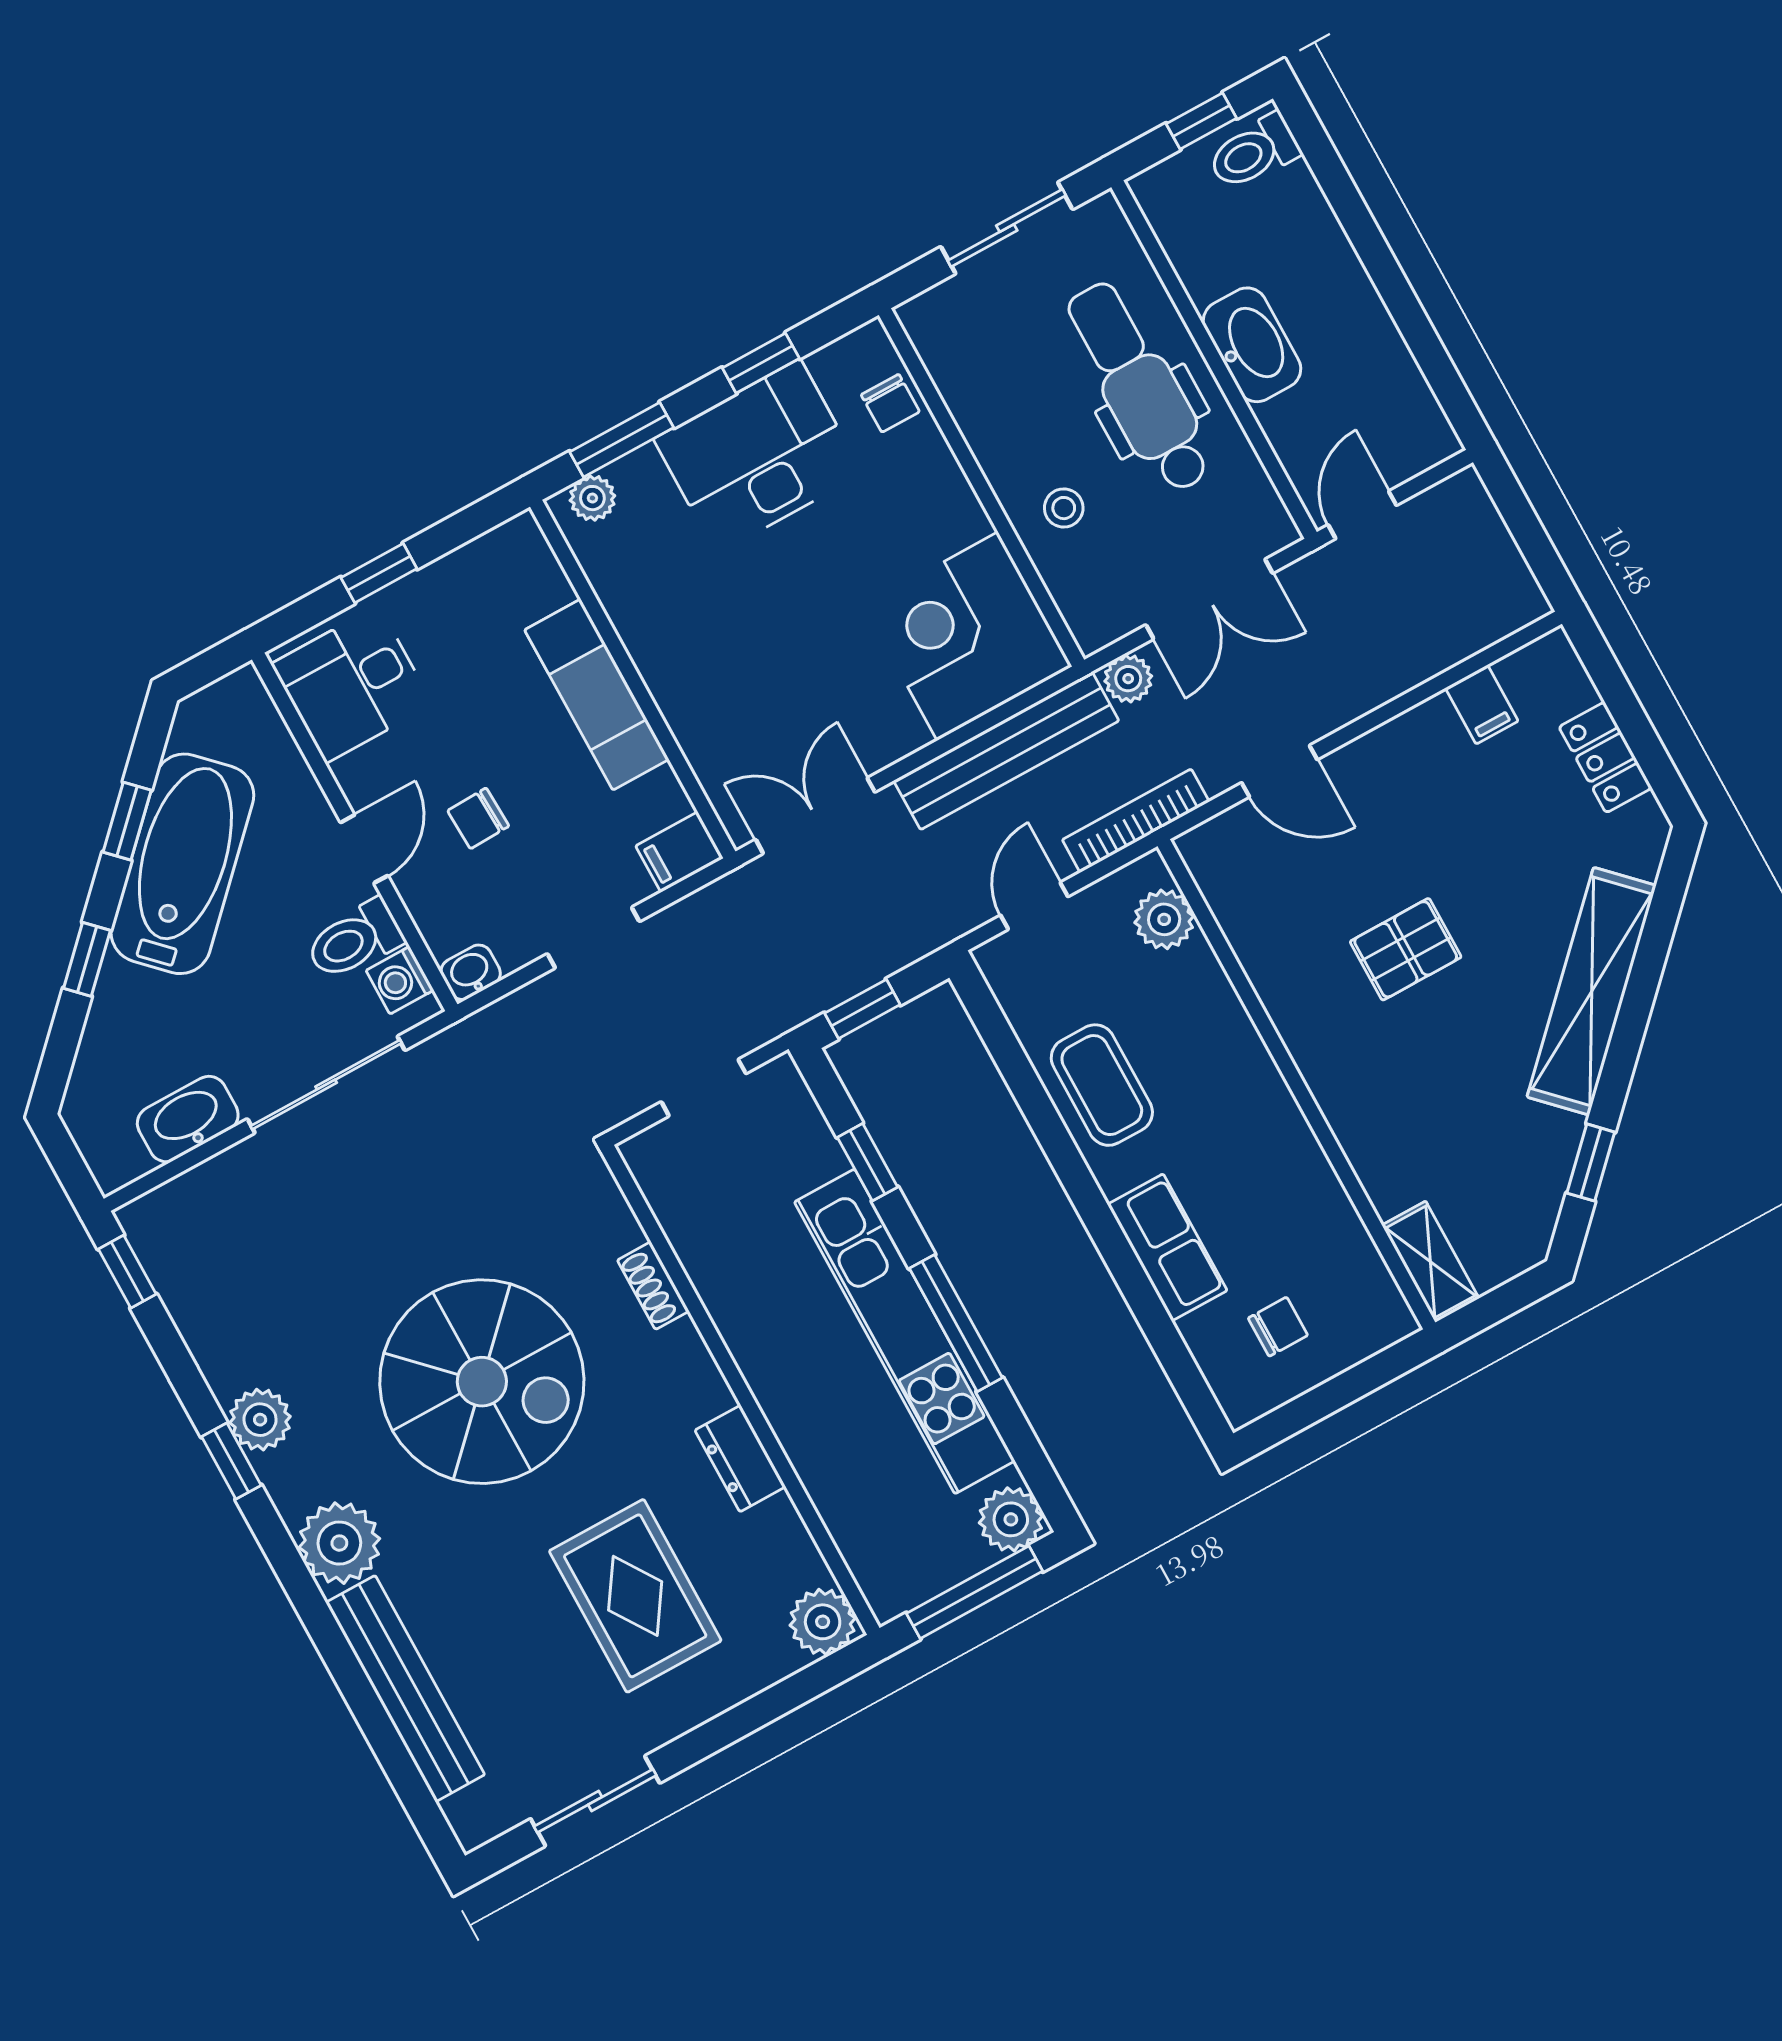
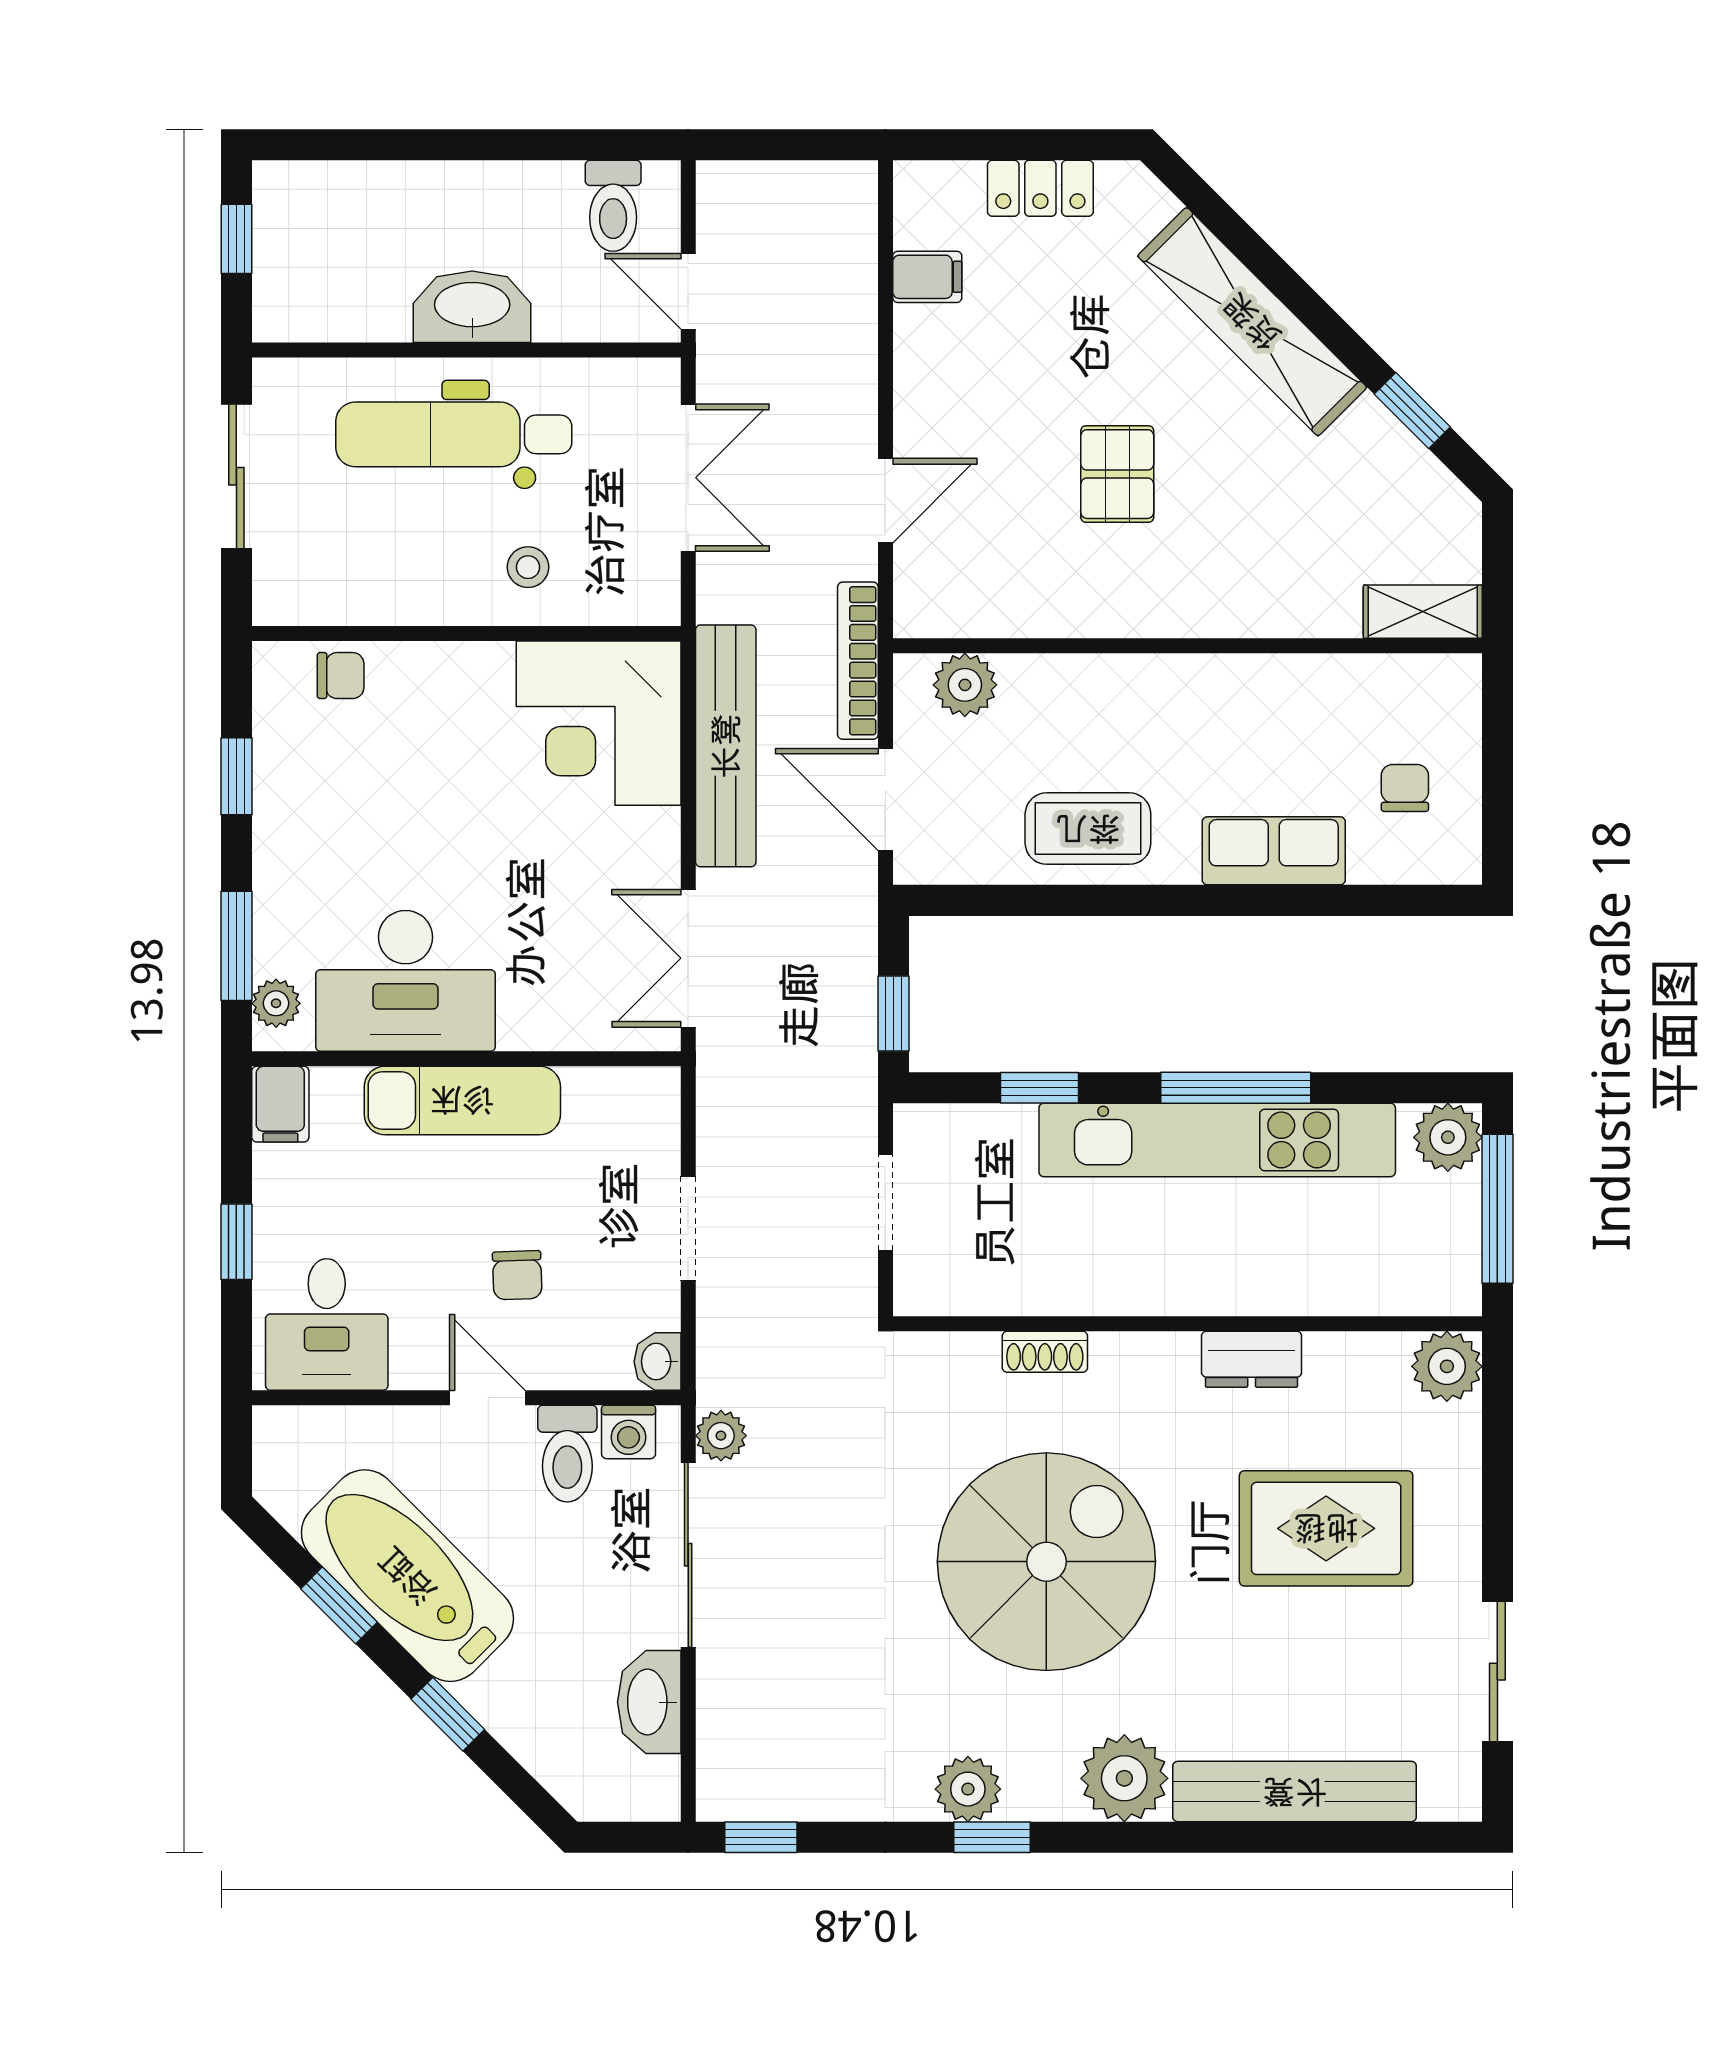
toilet: (1254, 152) -> (613, 206), moved
desk: (758, 456) -> (405, 981), moved, turned -90
plant: (1128, 679) -> (721, 1436), moved
filing cabinet: (679, 852) -> (280, 1104), moved
door: (1034, 906) -> (885, 800), width x1.38

